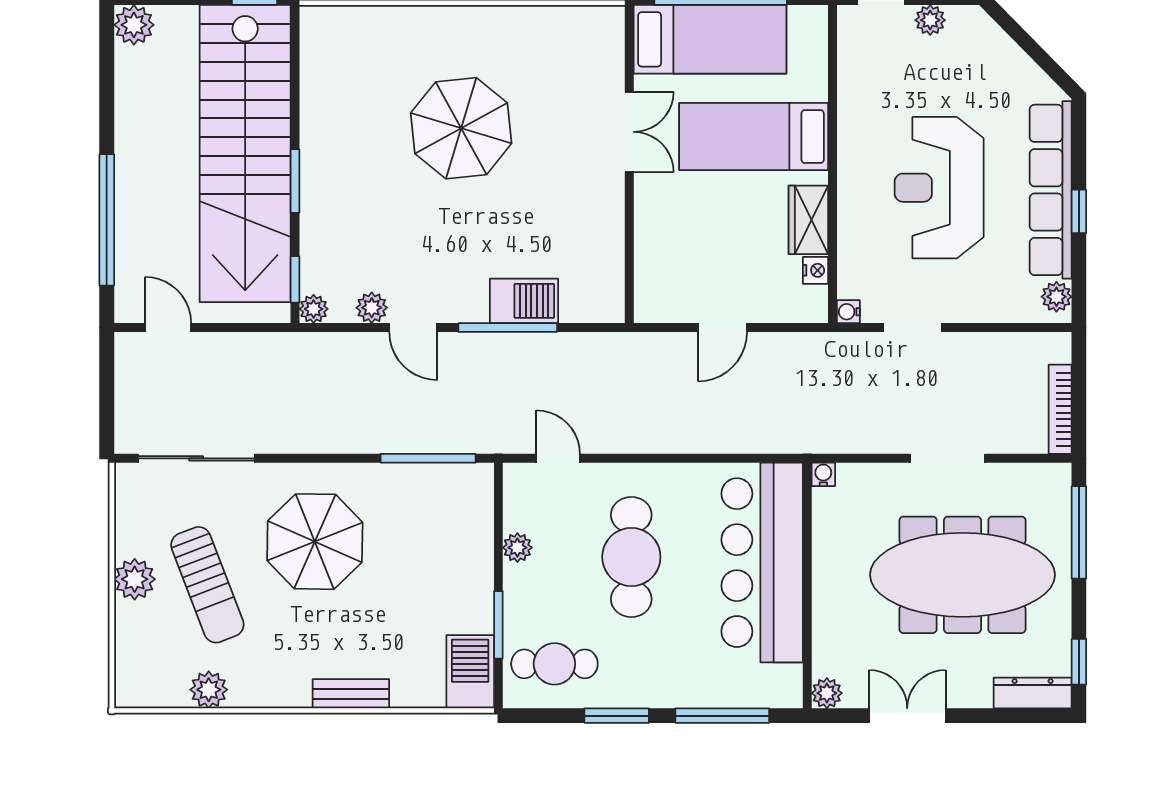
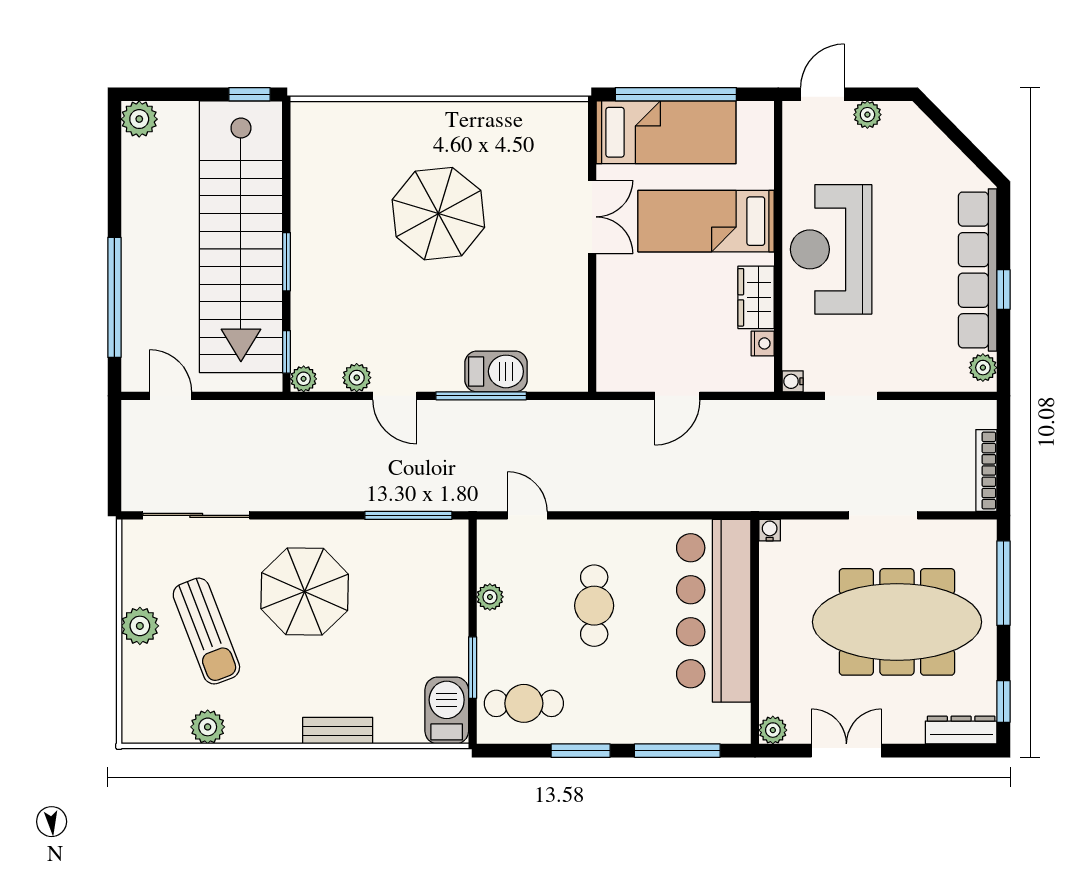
reception desk: (939, 188) -> (831, 249), moved
cafe table: (631, 557) -> (594, 606), width x0.73, depth x0.74

